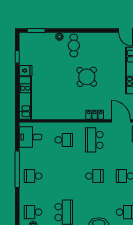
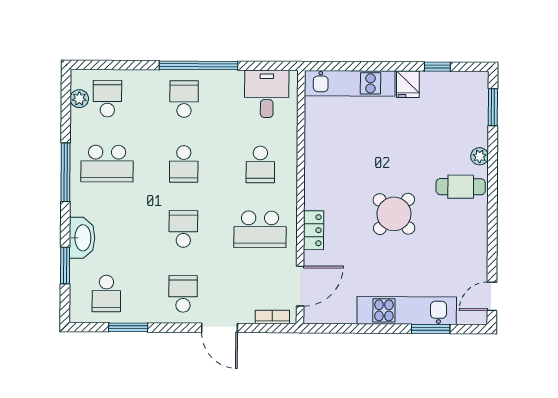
school desk: (94, 140) -> (260, 229), turned 180
school desk: (64, 176) -> (184, 164), added
school desk: (94, 176) -> (183, 229), turned 180

